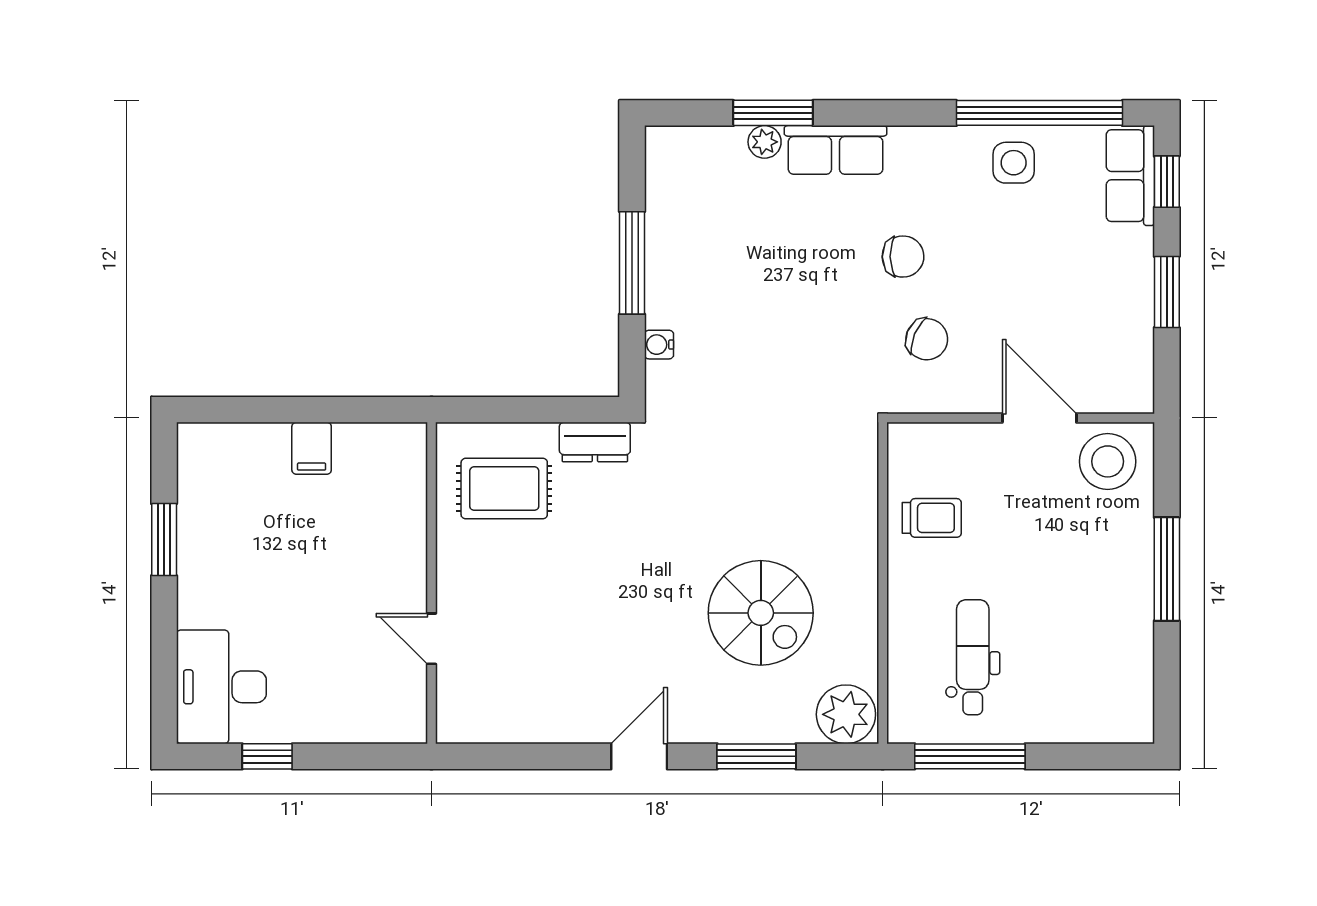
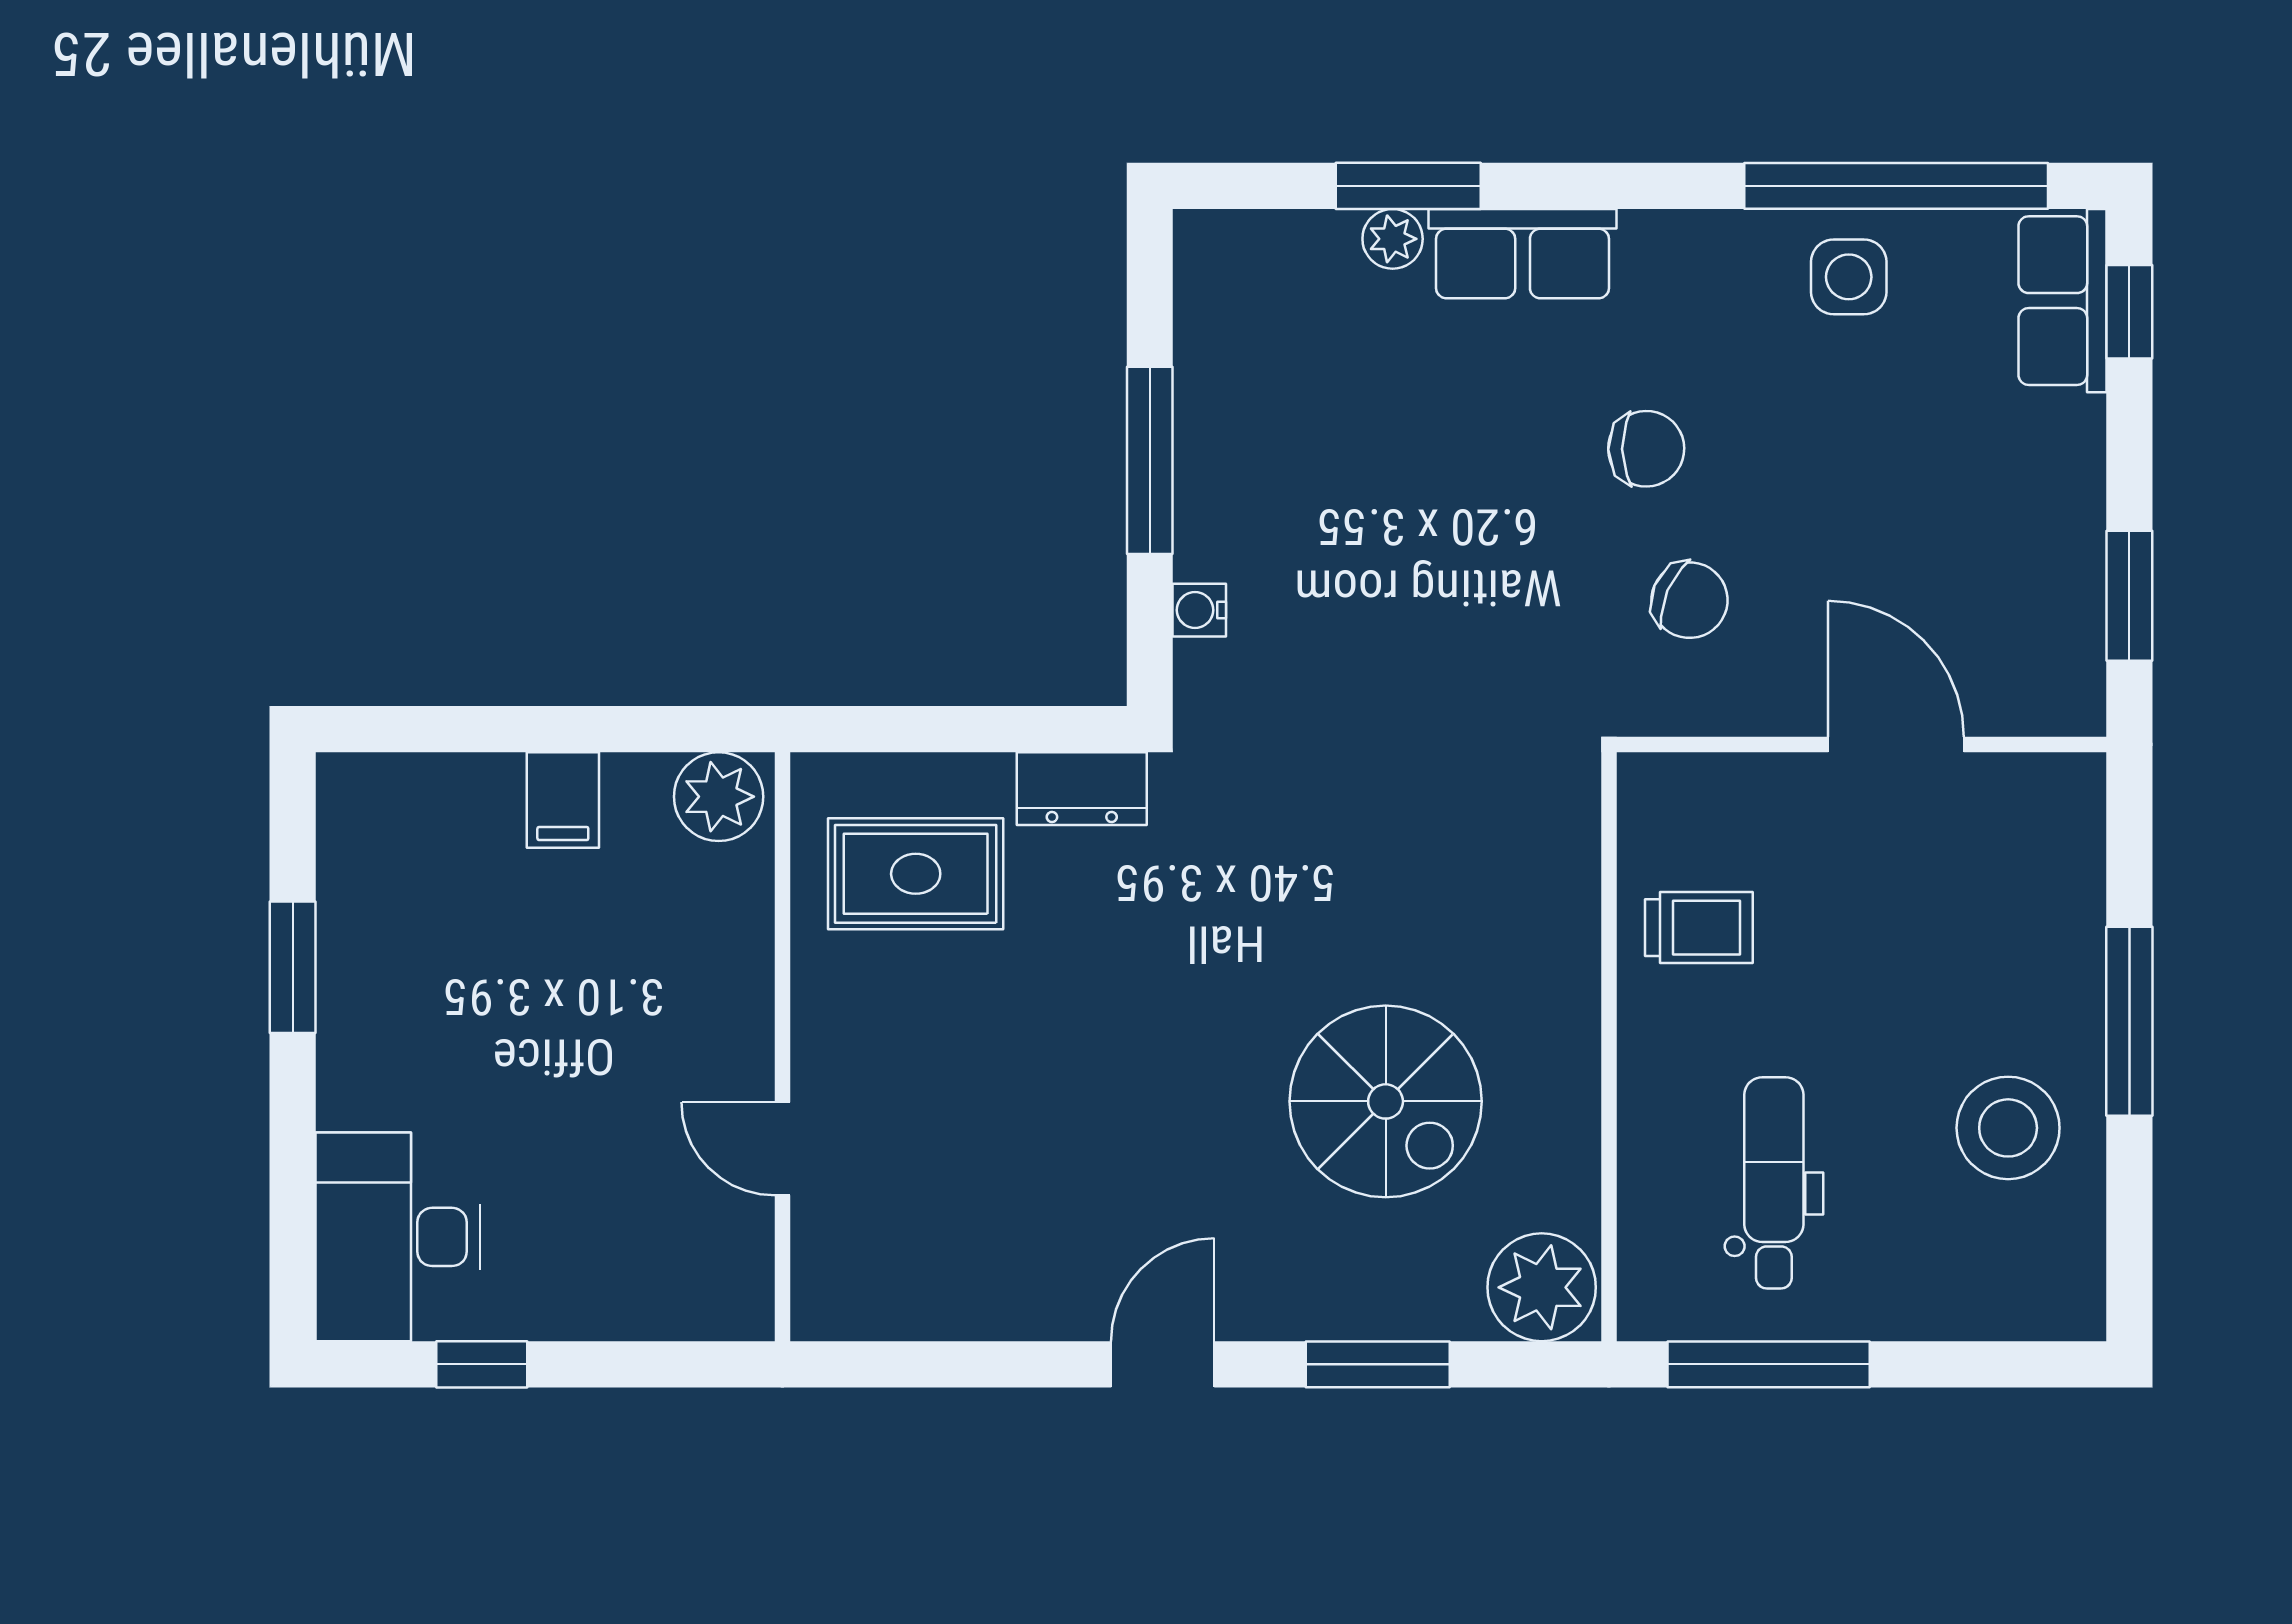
window: (1167, 292) -> (2129, 596), moved
plant: (397, 446) -> (719, 797), added
stool: (1108, 461) -> (2008, 1128), moved

